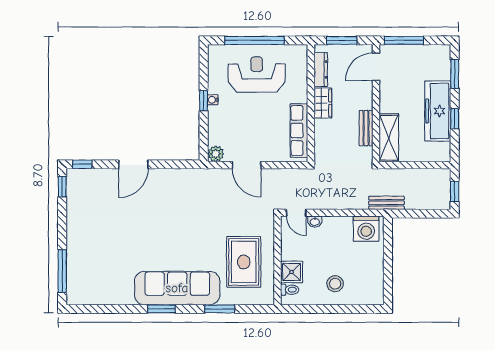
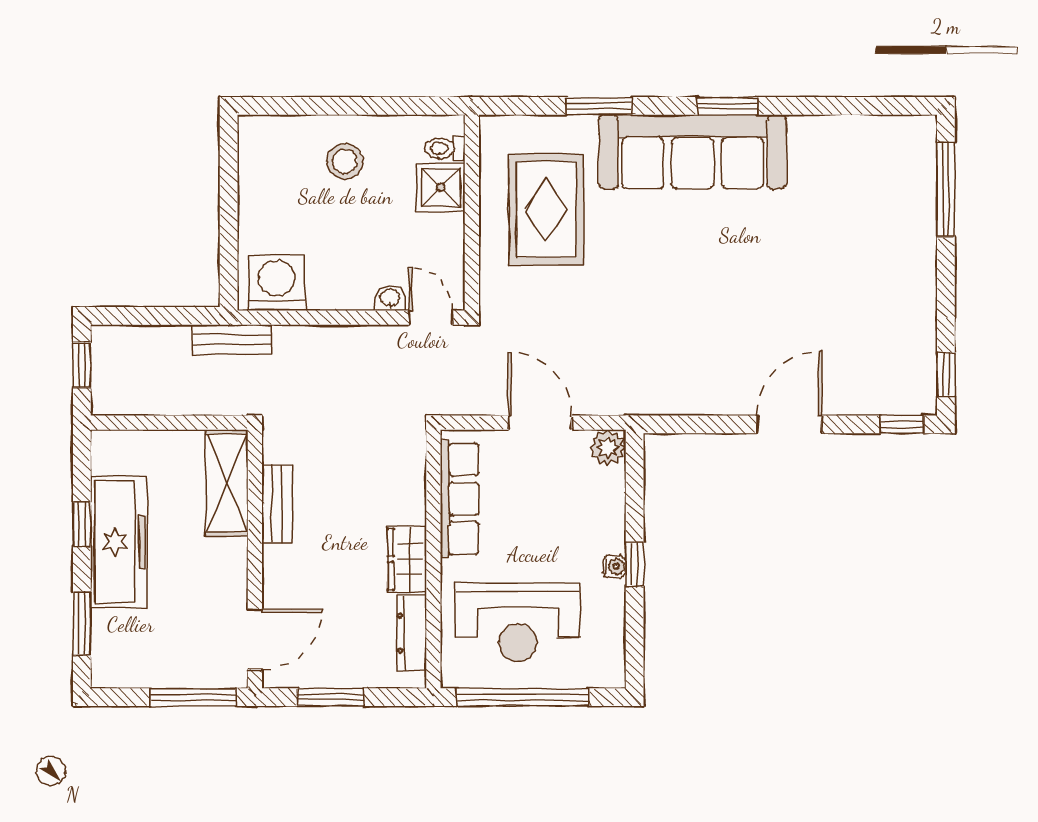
dresser: (321, 69) -> (412, 633), moved
wall: (311, 103) -> (433, 559), moved
wardrobe: (323, 103) -> (407, 559), moved
row of seats: (299, 131) -> (460, 499), moved

